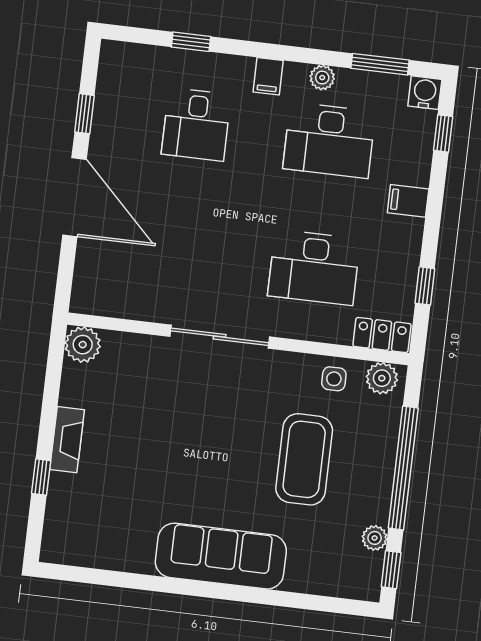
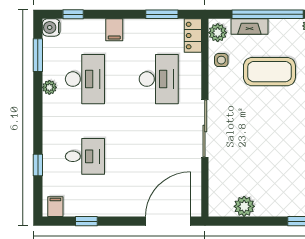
filing cabinet: (268, 76) -> (55, 207), moved, turned -90
door: (74, 197) -> (168, 221), moved
window: (425, 286) -> (162, 14), width x1.50
plant: (83, 345) -> (244, 206), moved
fireplace: (67, 440) -> (249, 27), moved, turned 180

